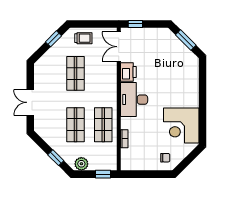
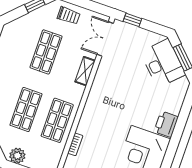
printer: (128, 72) -> (166, 124), moved, turned 180
shelving: (112, 78) -> (85, 71), added
desk: (134, 100) -> (163, 63), moved, turned 135

